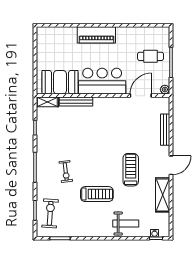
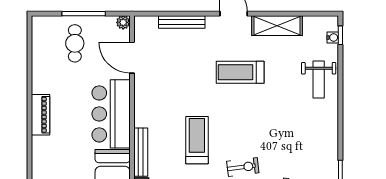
piano: (96, 35) -> (41, 115), width x0.73, depth x0.75
treadmill: (97, 194) -> (197, 140), moved
weight bench: (126, 223) -> (319, 79), turned 180

